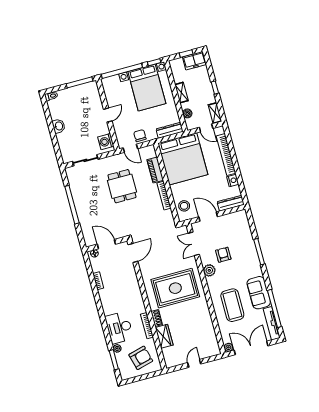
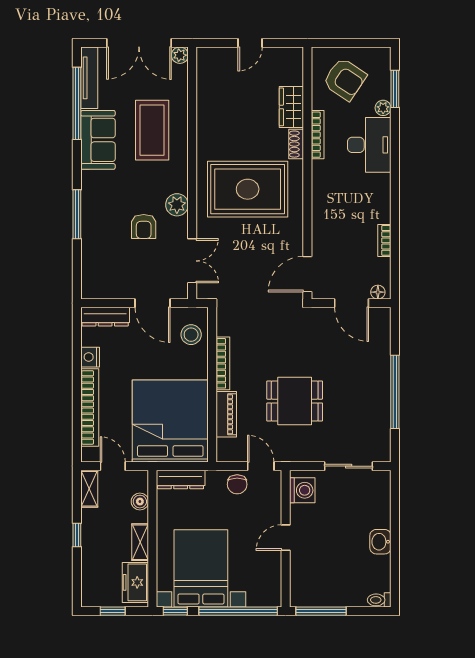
freezer: (194, 61) -> (135, 582), moved, turned -90
dining table: (122, 186) -> (295, 401), turned 90
armchair: (141, 358) -> (345, 79), turned -131

